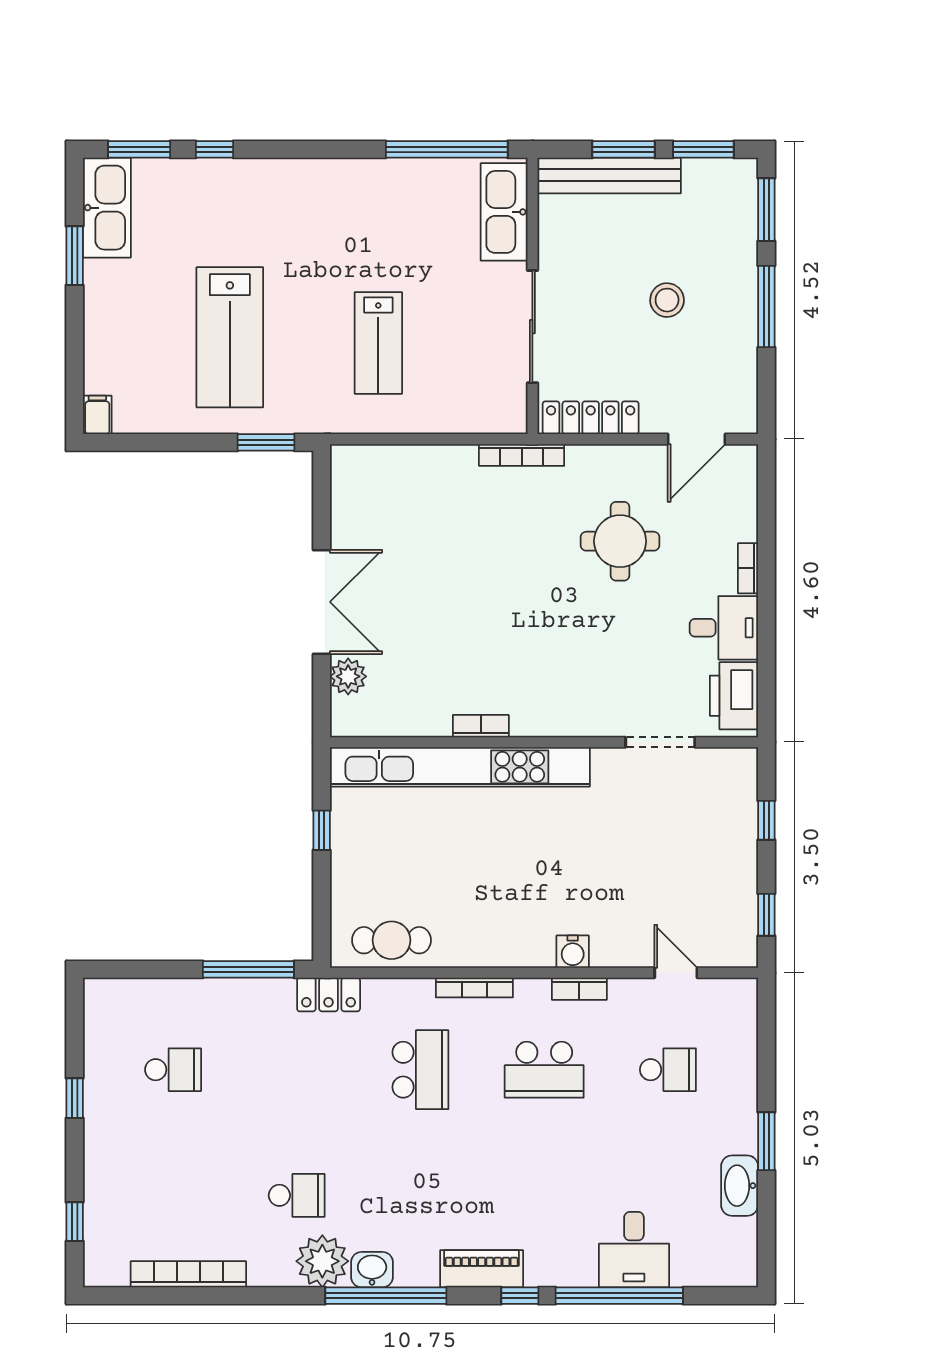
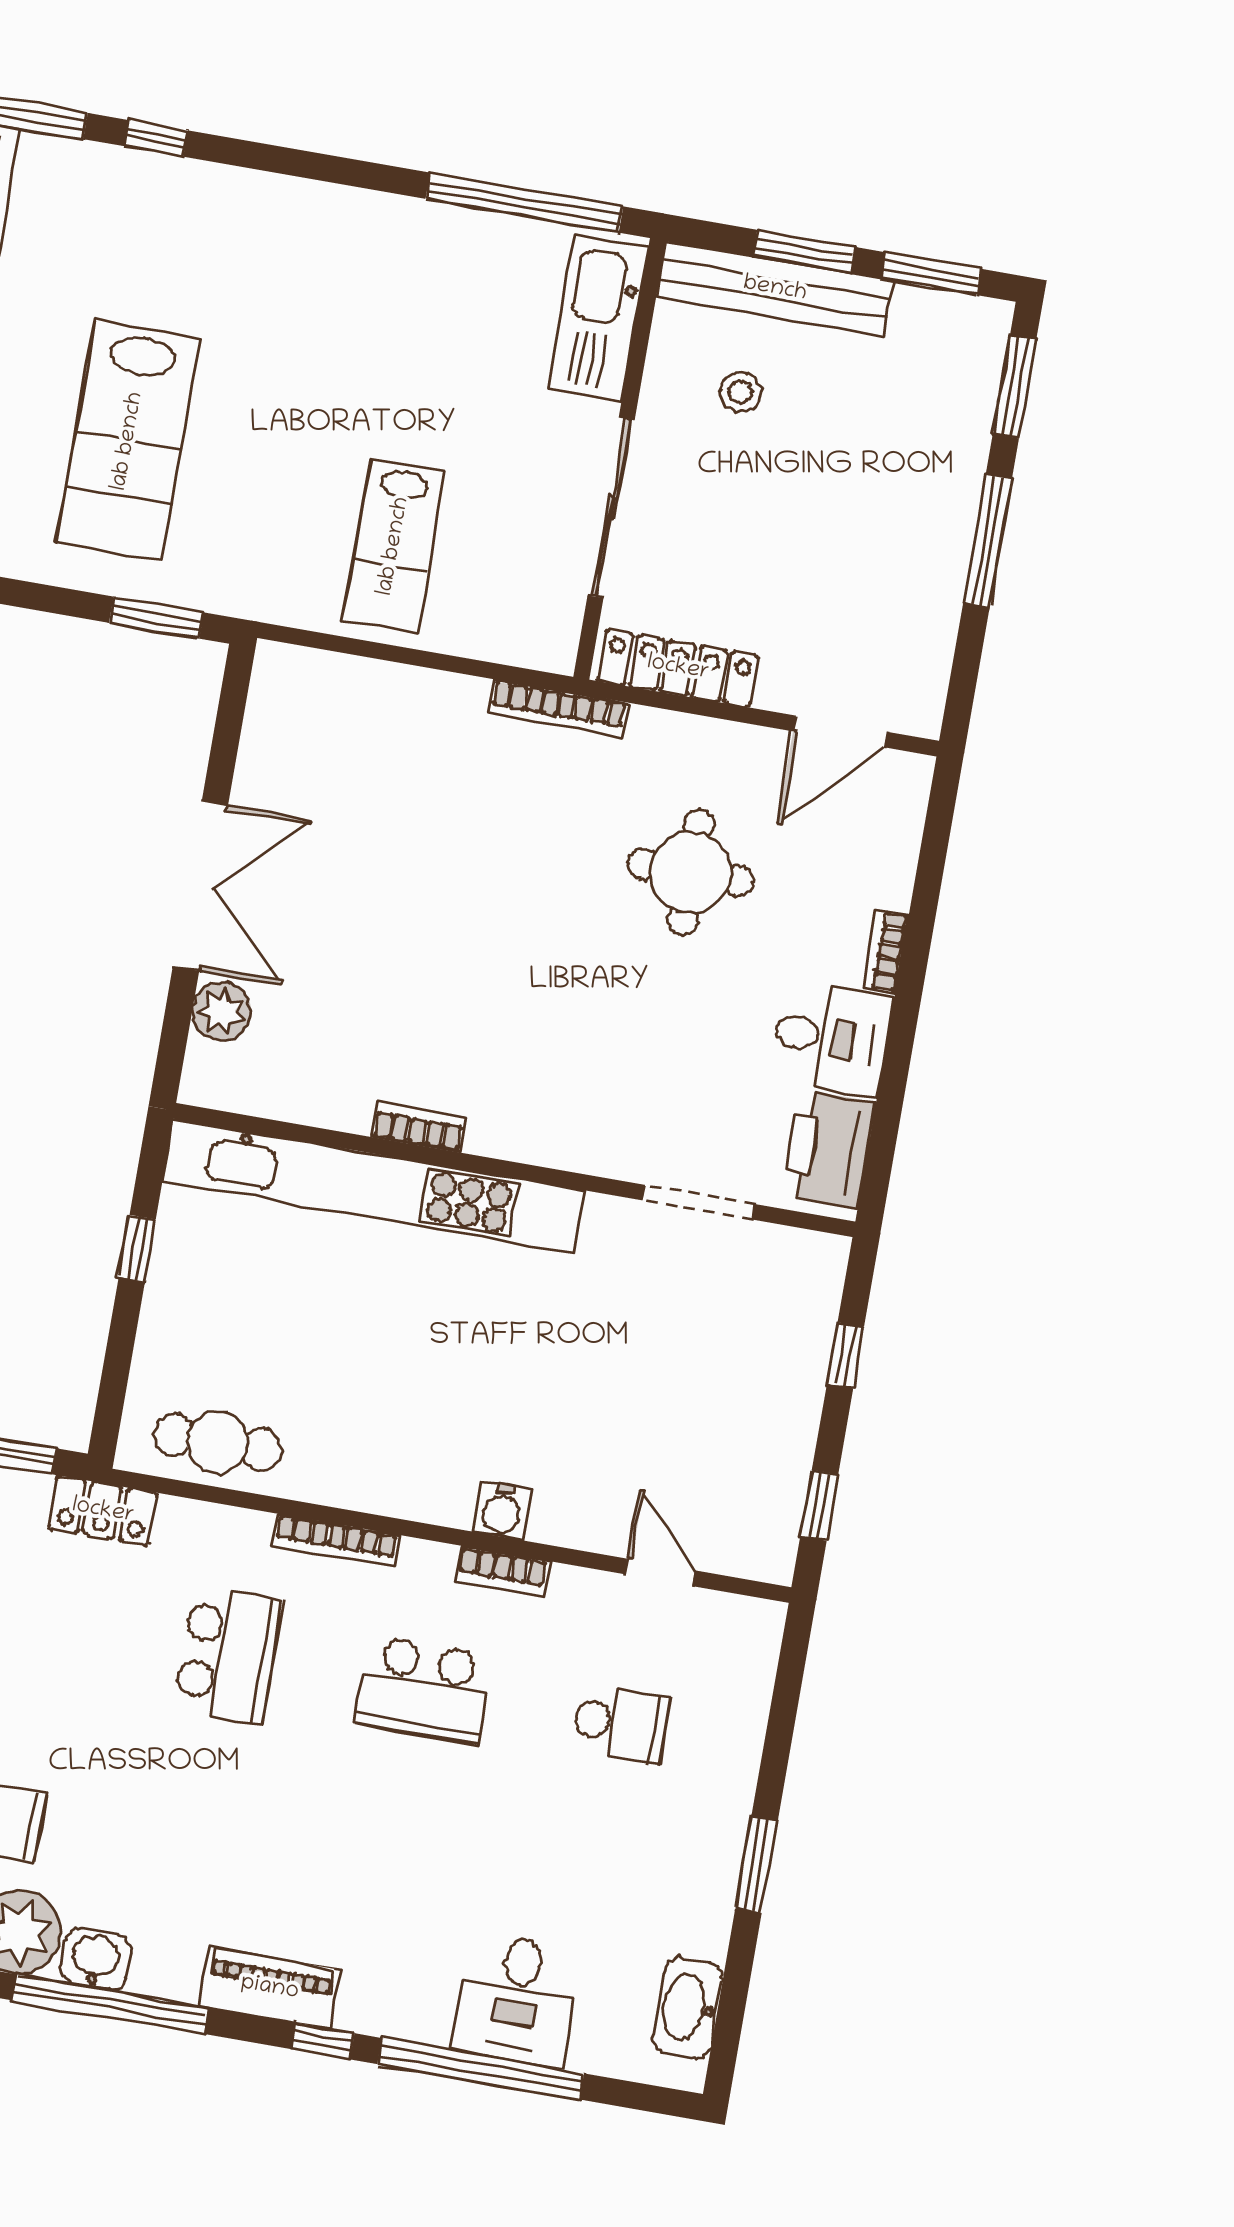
stool: (667, 300) -> (740, 392), moved, width x0.73, depth x0.73
lab bench: (378, 343) -> (394, 546), moved
washbasin: (740, 1186) -> (688, 2008), moved

